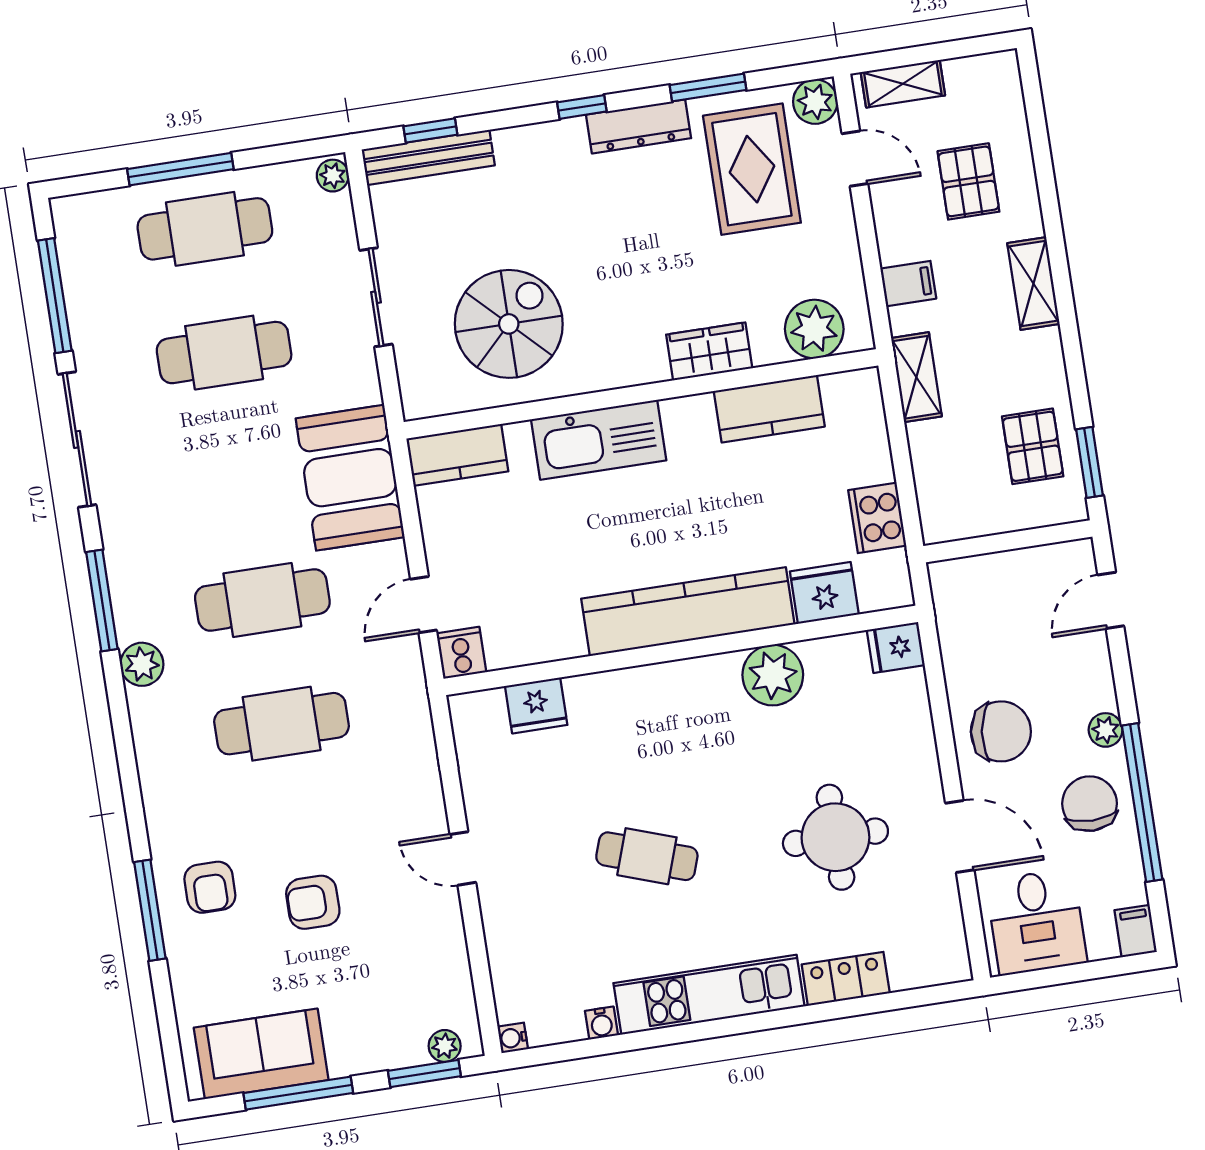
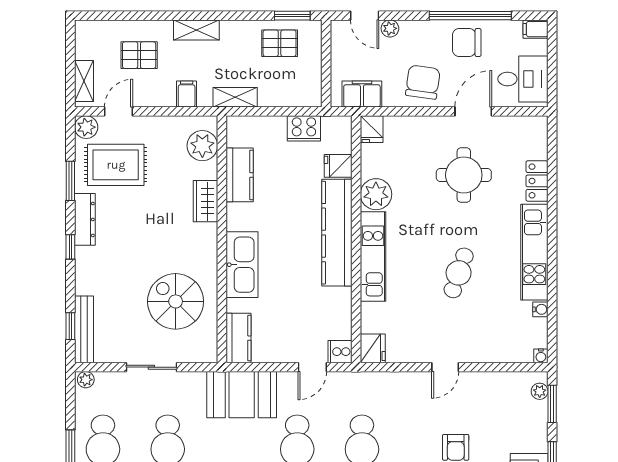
fridge: (824, 593) -> (338, 166), width x0.72
door: (424, 605) -> (312, 367), hinge flipped
filing cabinet: (960, 619) -> (362, 94), added
kitchen unit: (653, 688) -> (373, 257), added
fridge: (536, 705) -> (373, 348), moved
plant: (1106, 730) -> (390, 28), moved

